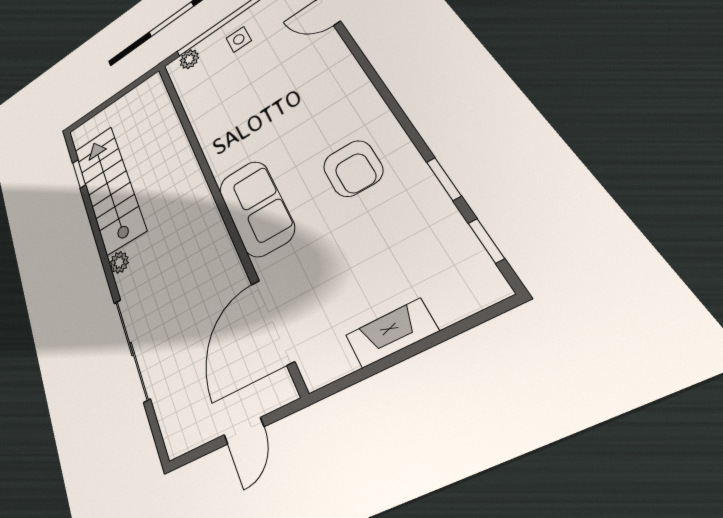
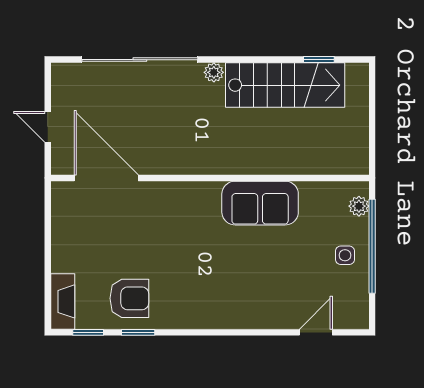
armchair: (353, 168) -> (129, 298), moved, turned 180
sofa: (256, 208) -> (260, 203), moved
fireplace: (391, 333) -> (63, 301), moved
sliding door: (132, 349) -> (140, 60), width x1.36

